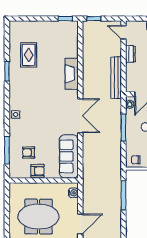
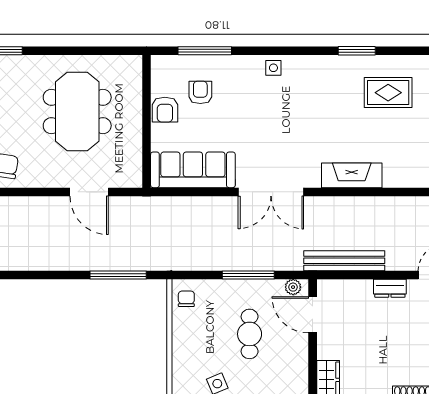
water cooler: (73, 193) -> (123, 179), removed
door: (80, 224) -> (89, 192), moved

